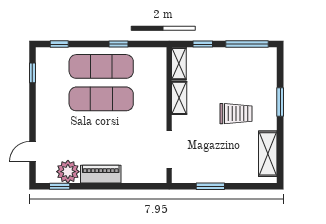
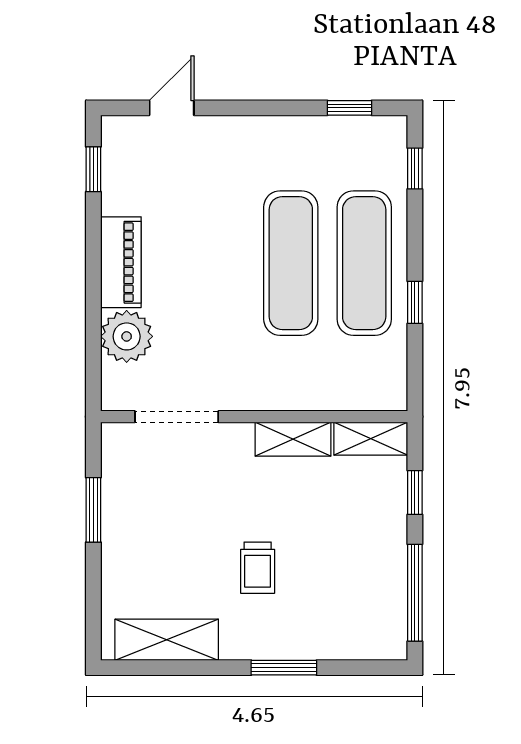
trolley: (236, 114) -> (258, 568), width x0.73, depth x0.72
door: (32, 152) -> (172, 108), hinge flipped
plant: (68, 172) -> (127, 336), moved

